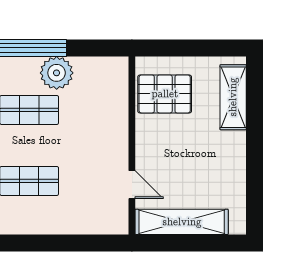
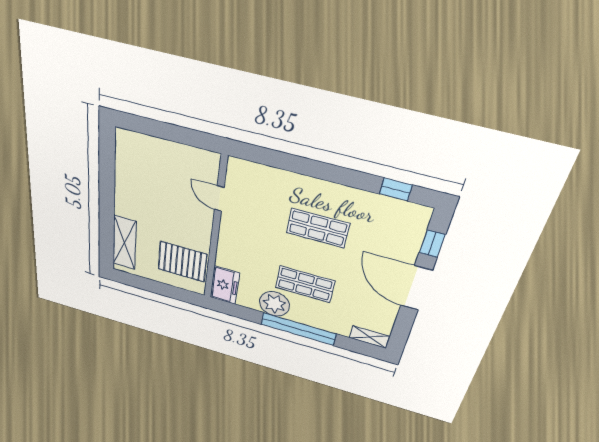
freezer: (114, 79) -> (225, 285), added
shelving: (182, 222) -> (175, 153), removed

